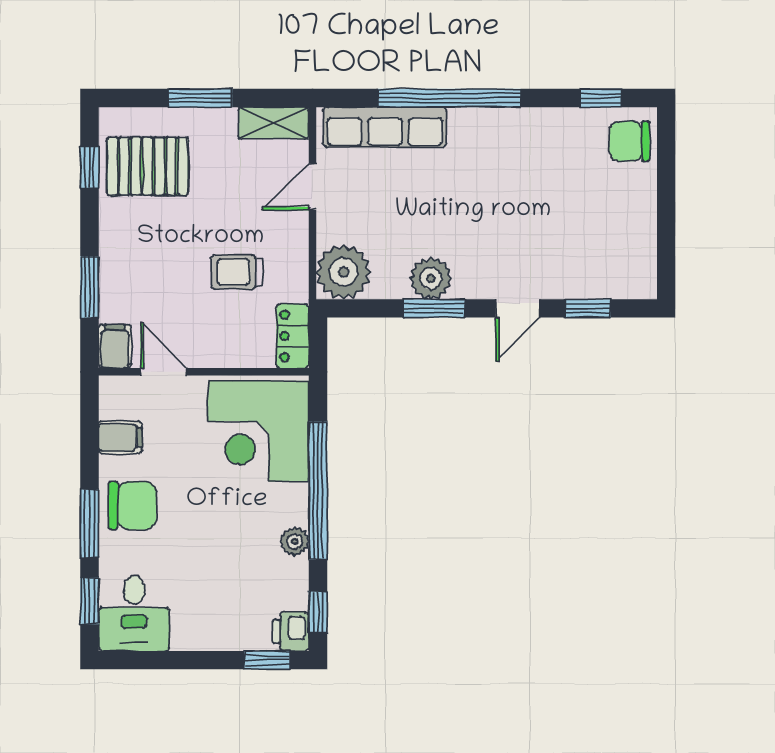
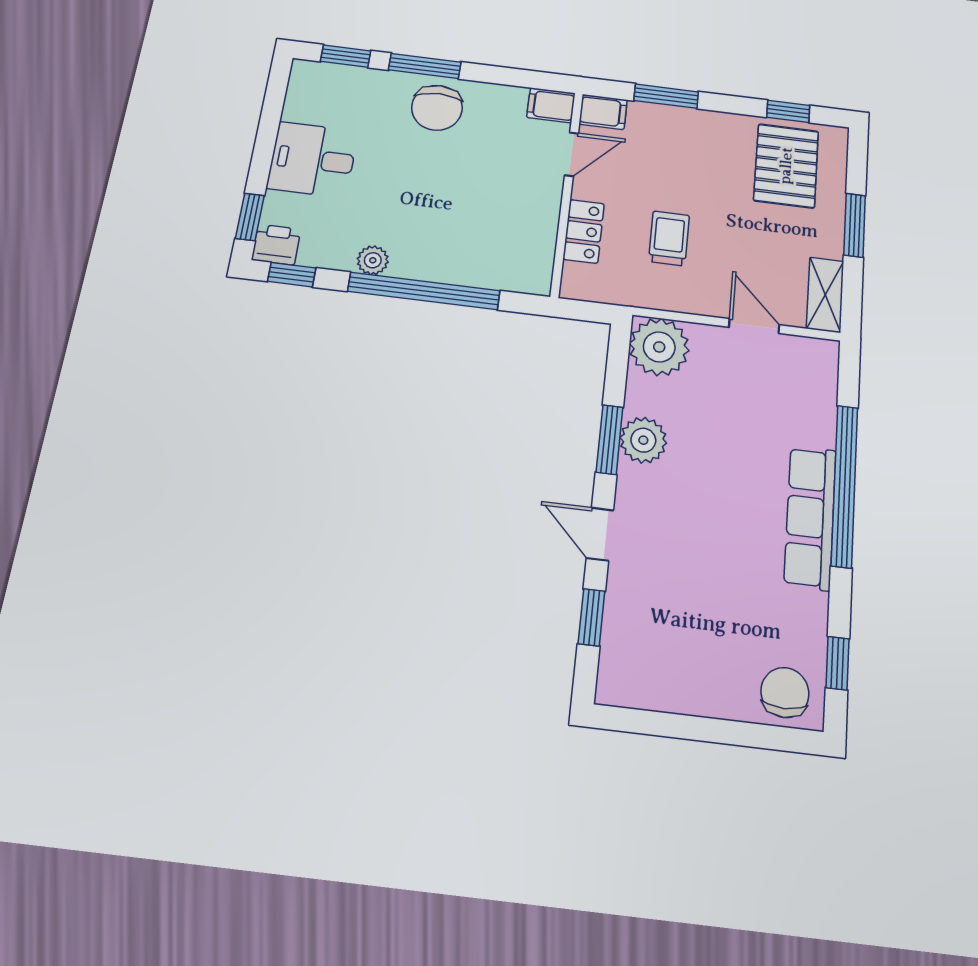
row of seats: (385, 127) -> (810, 517), moved
locker: (293, 336) -> (584, 231), moved, turned 90
corner desk: (258, 431) -> (497, 239), removed
filing cabinet: (120, 437) -> (551, 105), moved, turned 90
desk: (134, 613) -> (313, 160), moved

